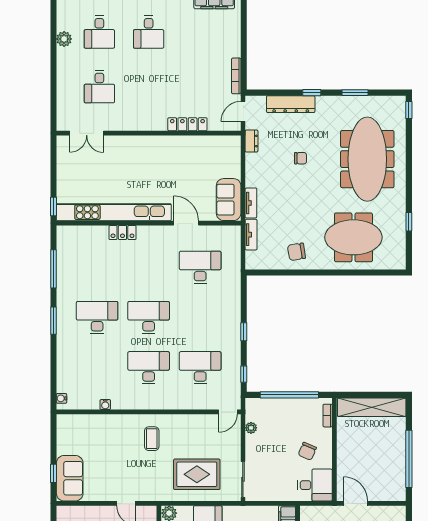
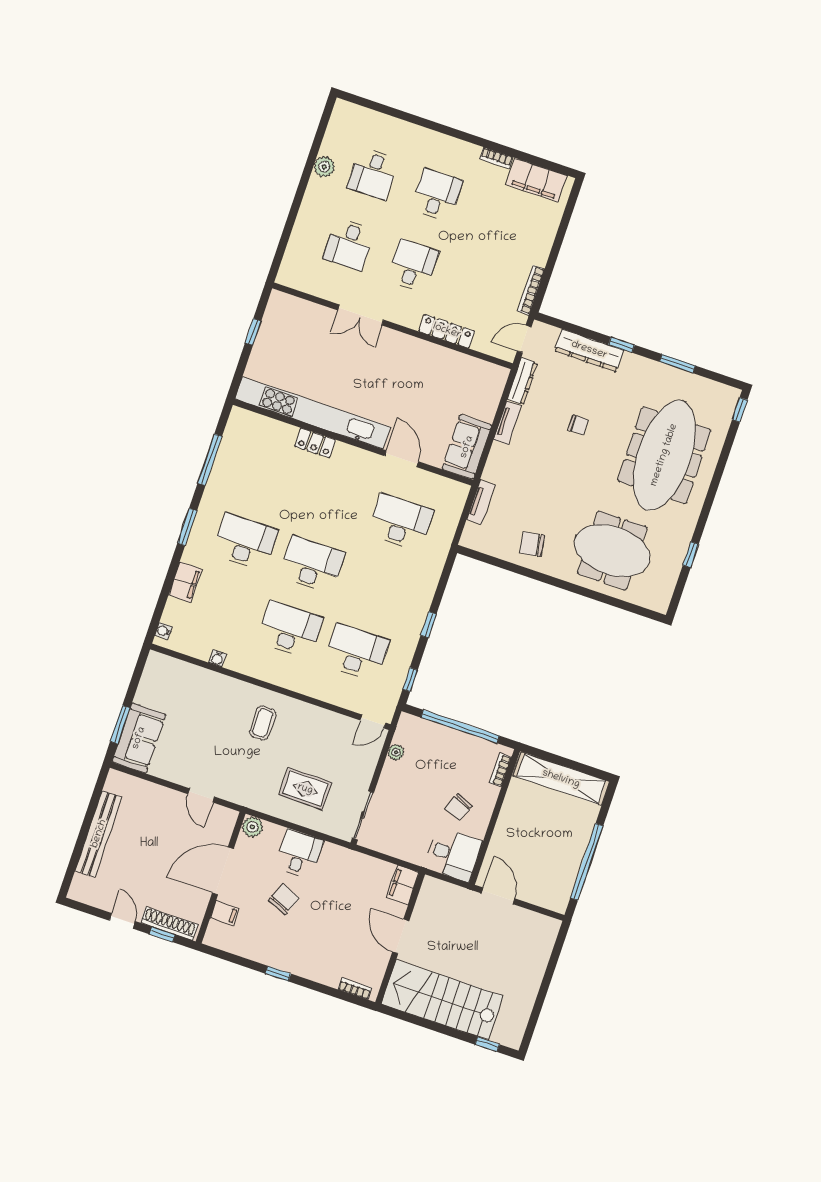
desk: (149, 32) -> (437, 195), turned 180
desk: (149, 87) -> (413, 266), added
double door: (87, 133) -> (361, 315), moved
dresser: (252, 141) -> (522, 381), width x1.44
tv unit: (251, 203) -> (507, 423), moved
window: (53, 207) -> (253, 332), moved
filing cabinet: (65, 359) -> (185, 582), added
window: (53, 473) -> (120, 725), width x1.50
rug: (197, 474) -> (305, 789), width x0.73, depth x0.70

